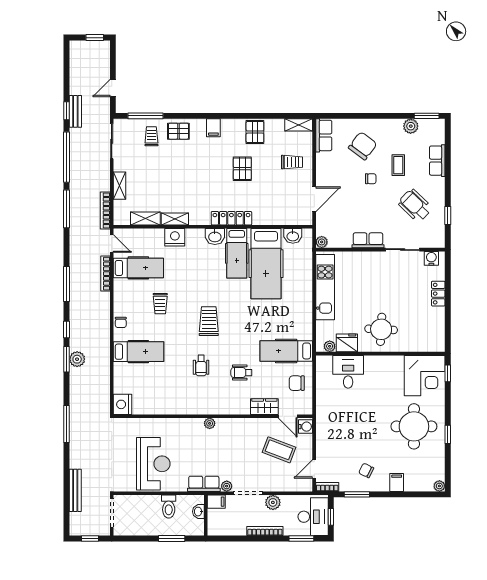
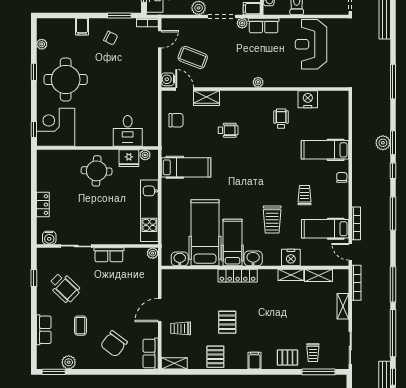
chair: (371, 179) -> (106, 313), removed
door: (314, 199) -> (160, 310), moved
trolley: (209, 321) -> (272, 219), moved
hospital bed: (286, 351) -> (186, 167), moved
wheelchair: (201, 365) -> (281, 119), moved
nightstand: (123, 404) -> (308, 99), moved, turned -90
plant: (439, 486) -> (42, 44), moved

